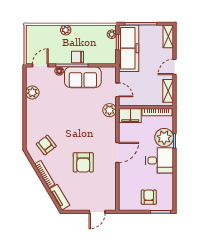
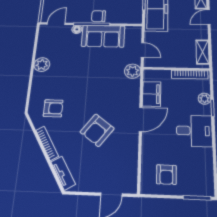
door: (175, 67) -> (209, 17), moved
plant: (32, 92) -> (42, 65), moved
filing cabinet: (130, 116) -> (152, 94), moved, turned -90
plant: (164, 138) -> (204, 99), width x0.53, depth x0.53
armchair: (46, 145) -> (53, 108), turned 128
armchair: (83, 162) -> (97, 130), turned 37
armchair: (149, 197) -> (166, 175), moved, turned 180

